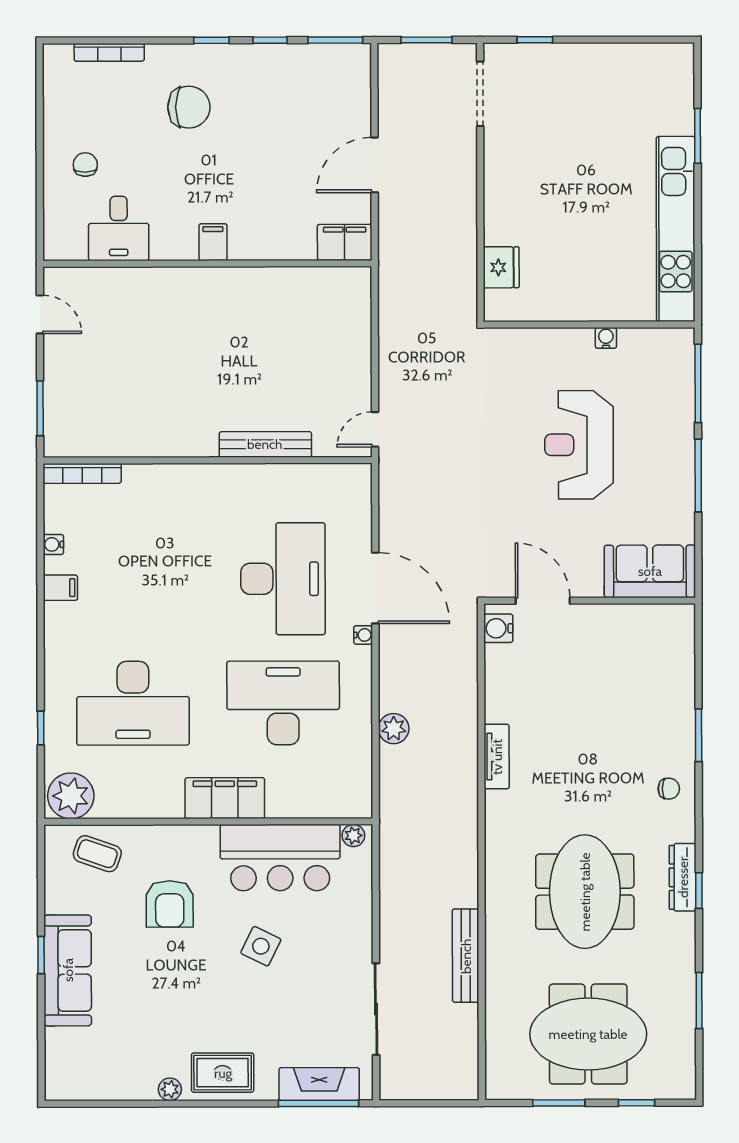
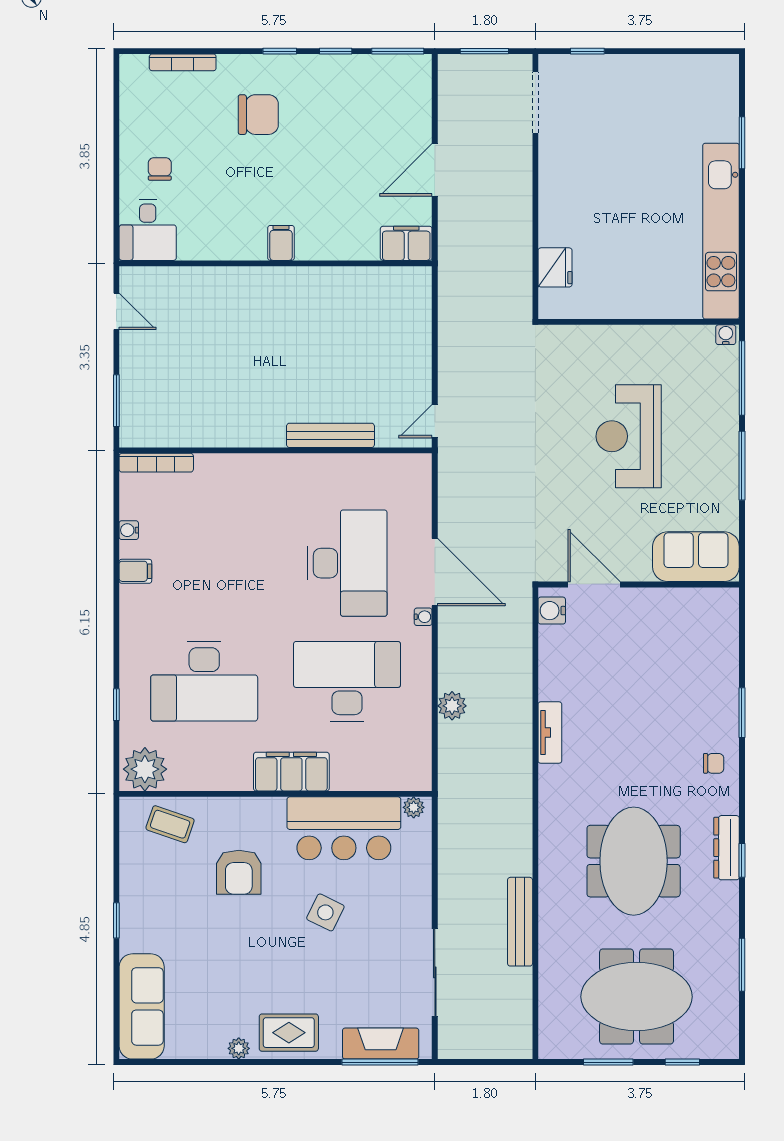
desk: (119, 228) -> (148, 230), moved
water cooler: (606, 338) -> (726, 335), moved
sofa: (68, 970) -> (142, 1006), moved

